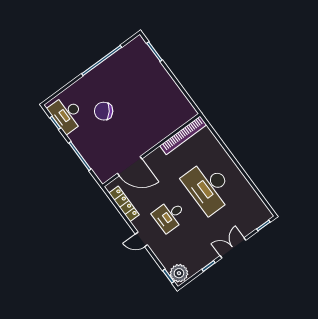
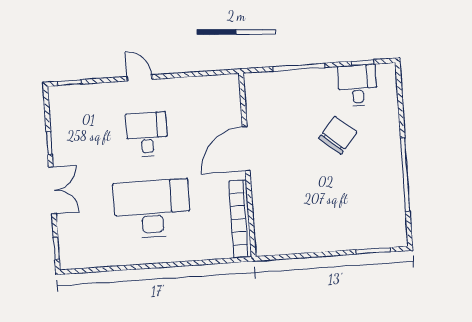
desk: (67, 114) -> (357, 85), width x0.73
door: (130, 166) -> (246, 149), moved
locker: (124, 204) -> (200, 85), removed
door: (141, 239) -> (139, 78), hinge flipped
plant: (179, 273) -> (64, 99), removed

